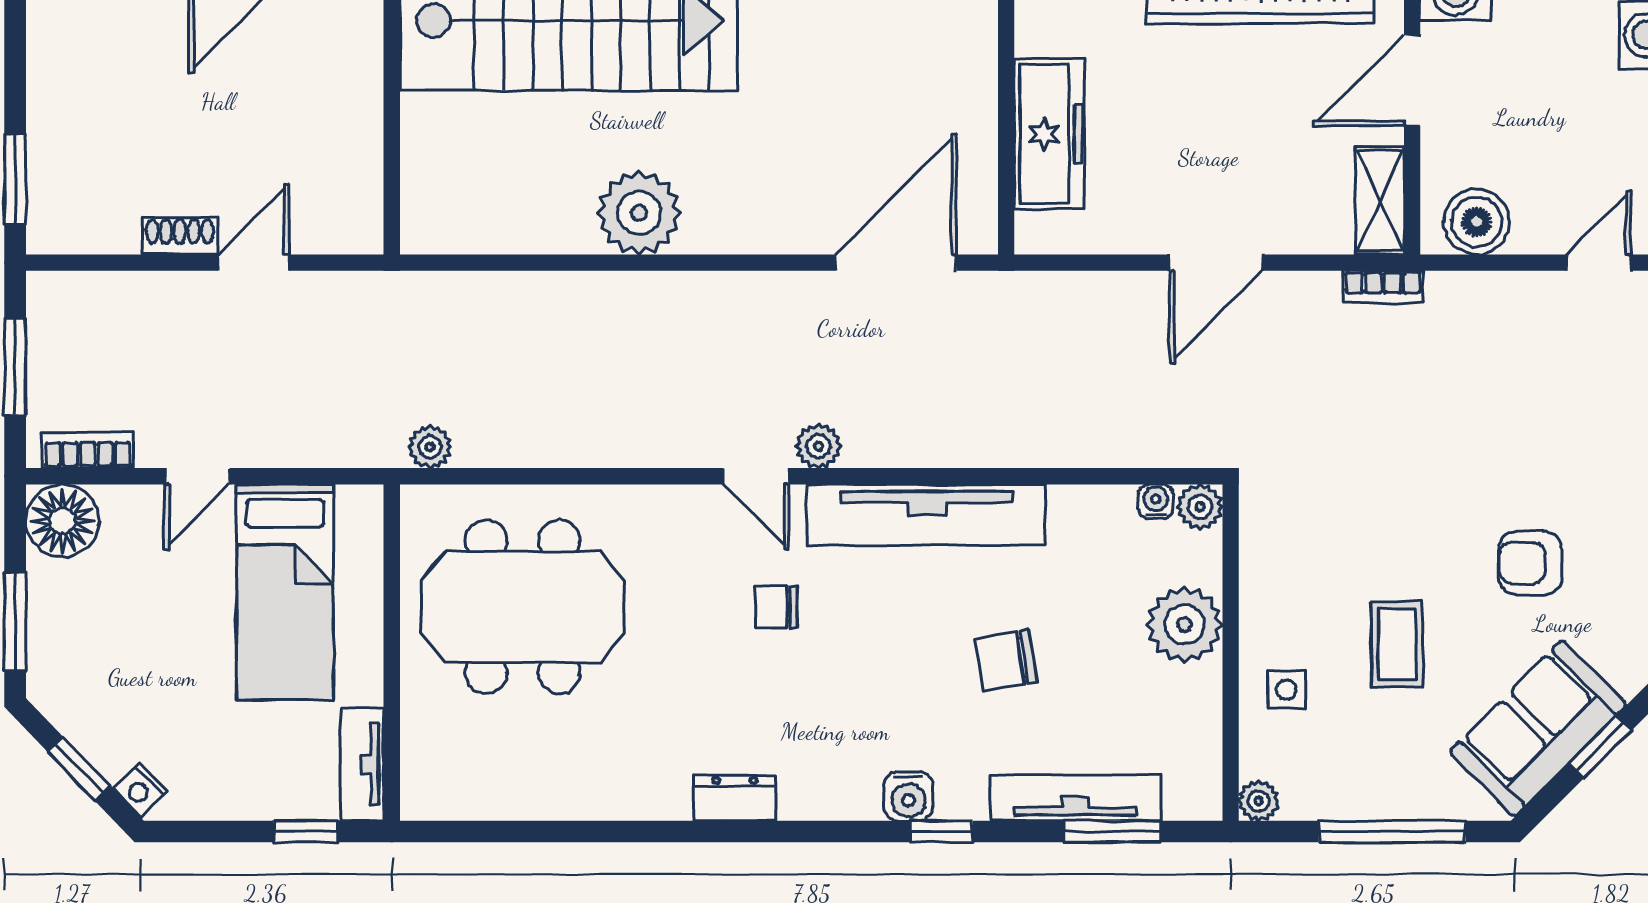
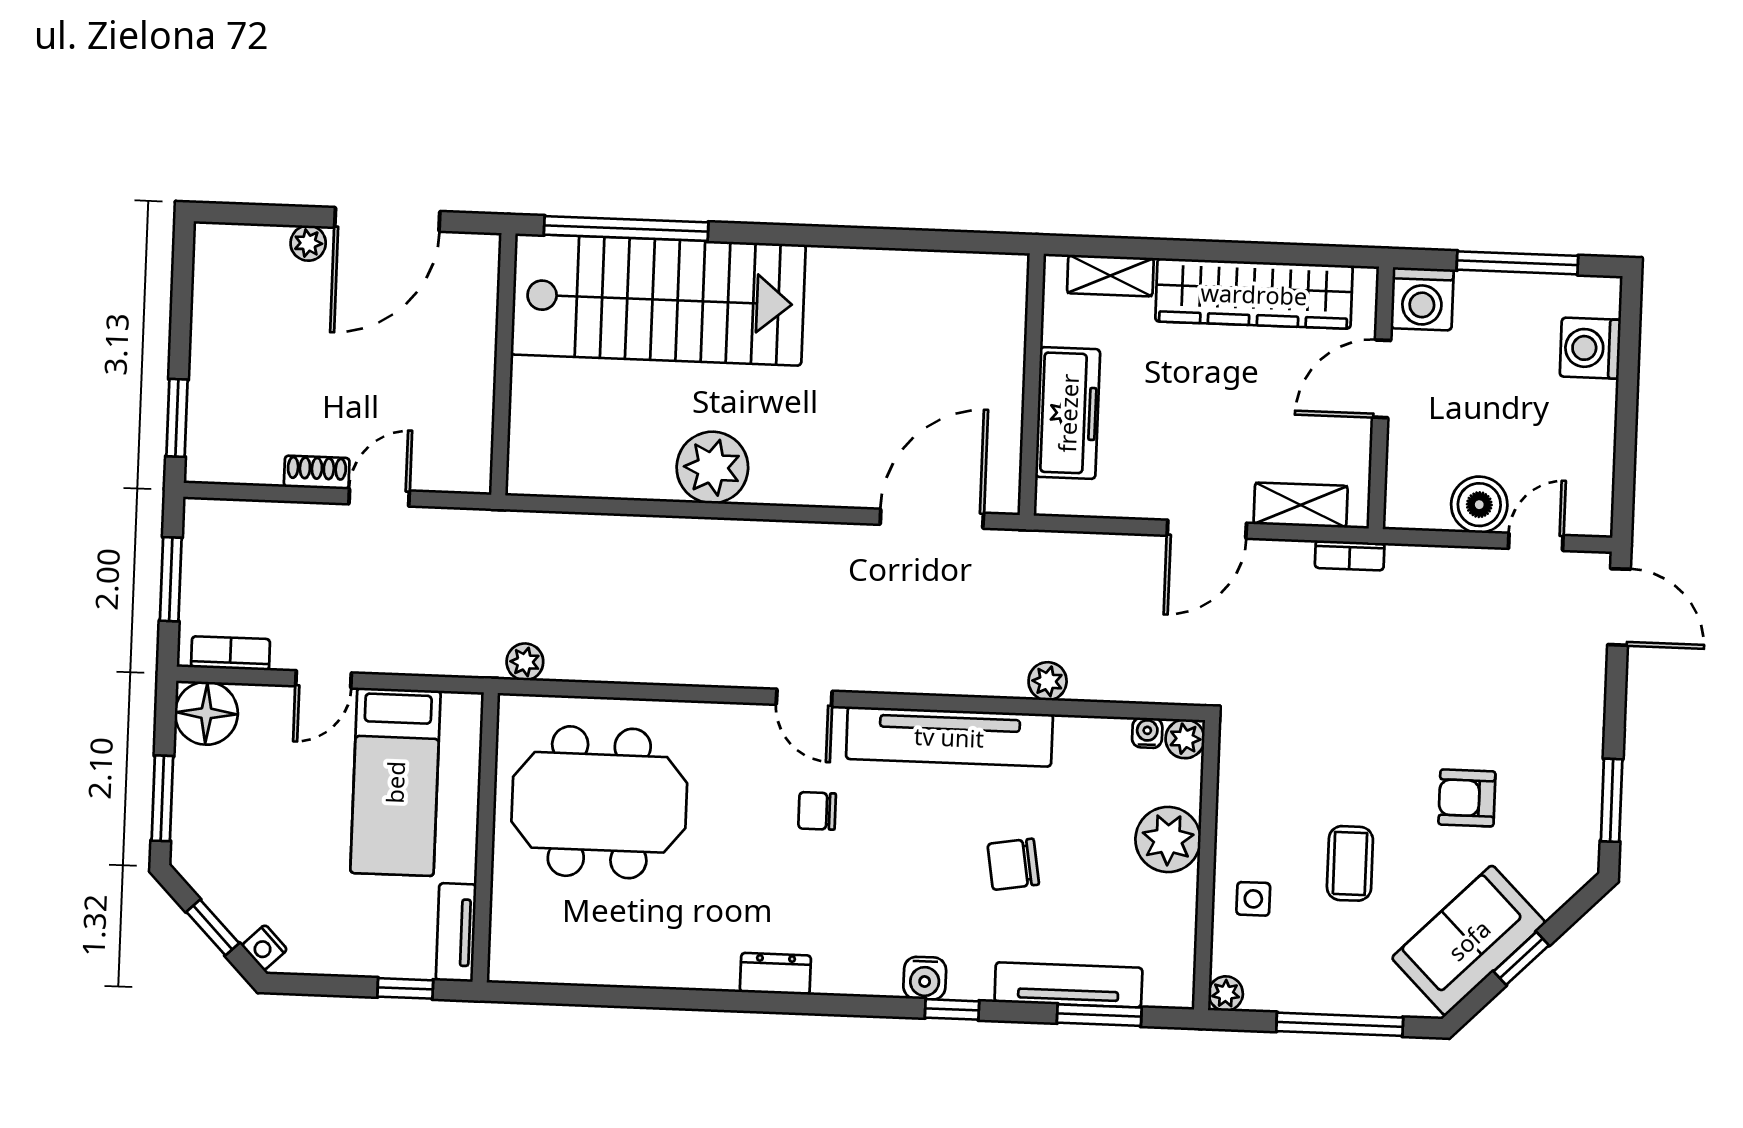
shelving: (1380, 201) -> (1301, 505), moved, turned 90
boiler: (1477, 222) -> (1479, 505), moved
plant: (818, 446) -> (1048, 681), moved

